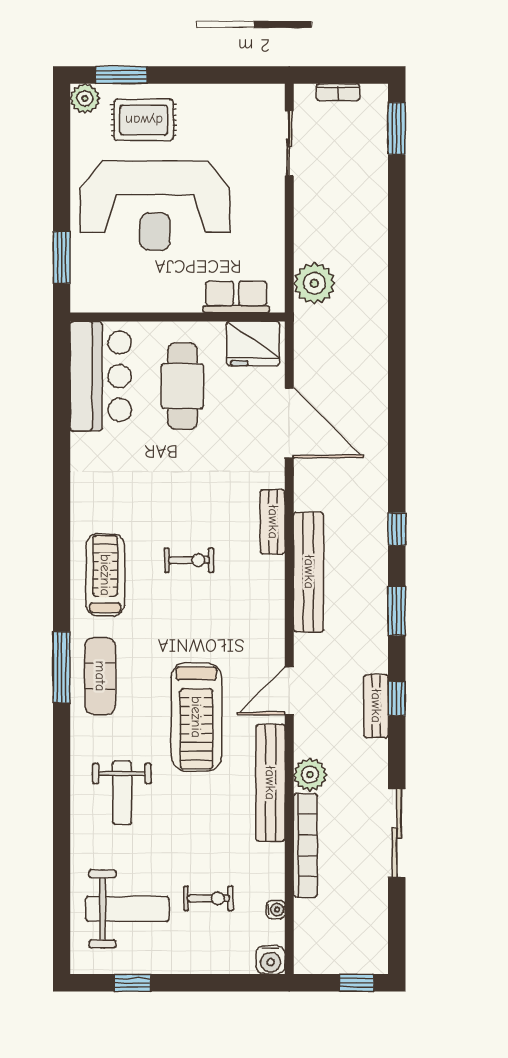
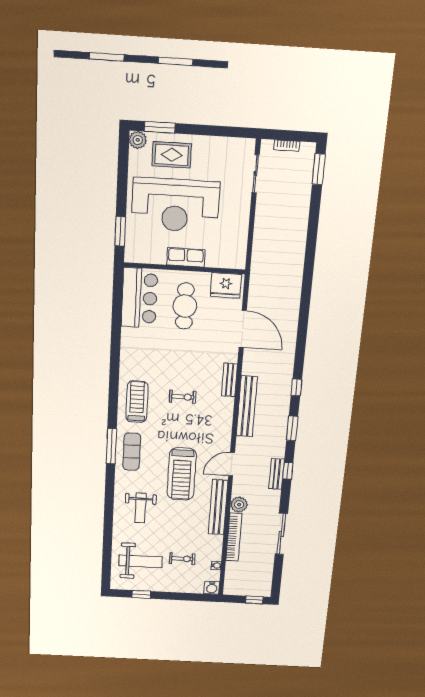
plant: (314, 283) -> (263, 254), removed
row of seats: (236, 297) -> (186, 257), moved

